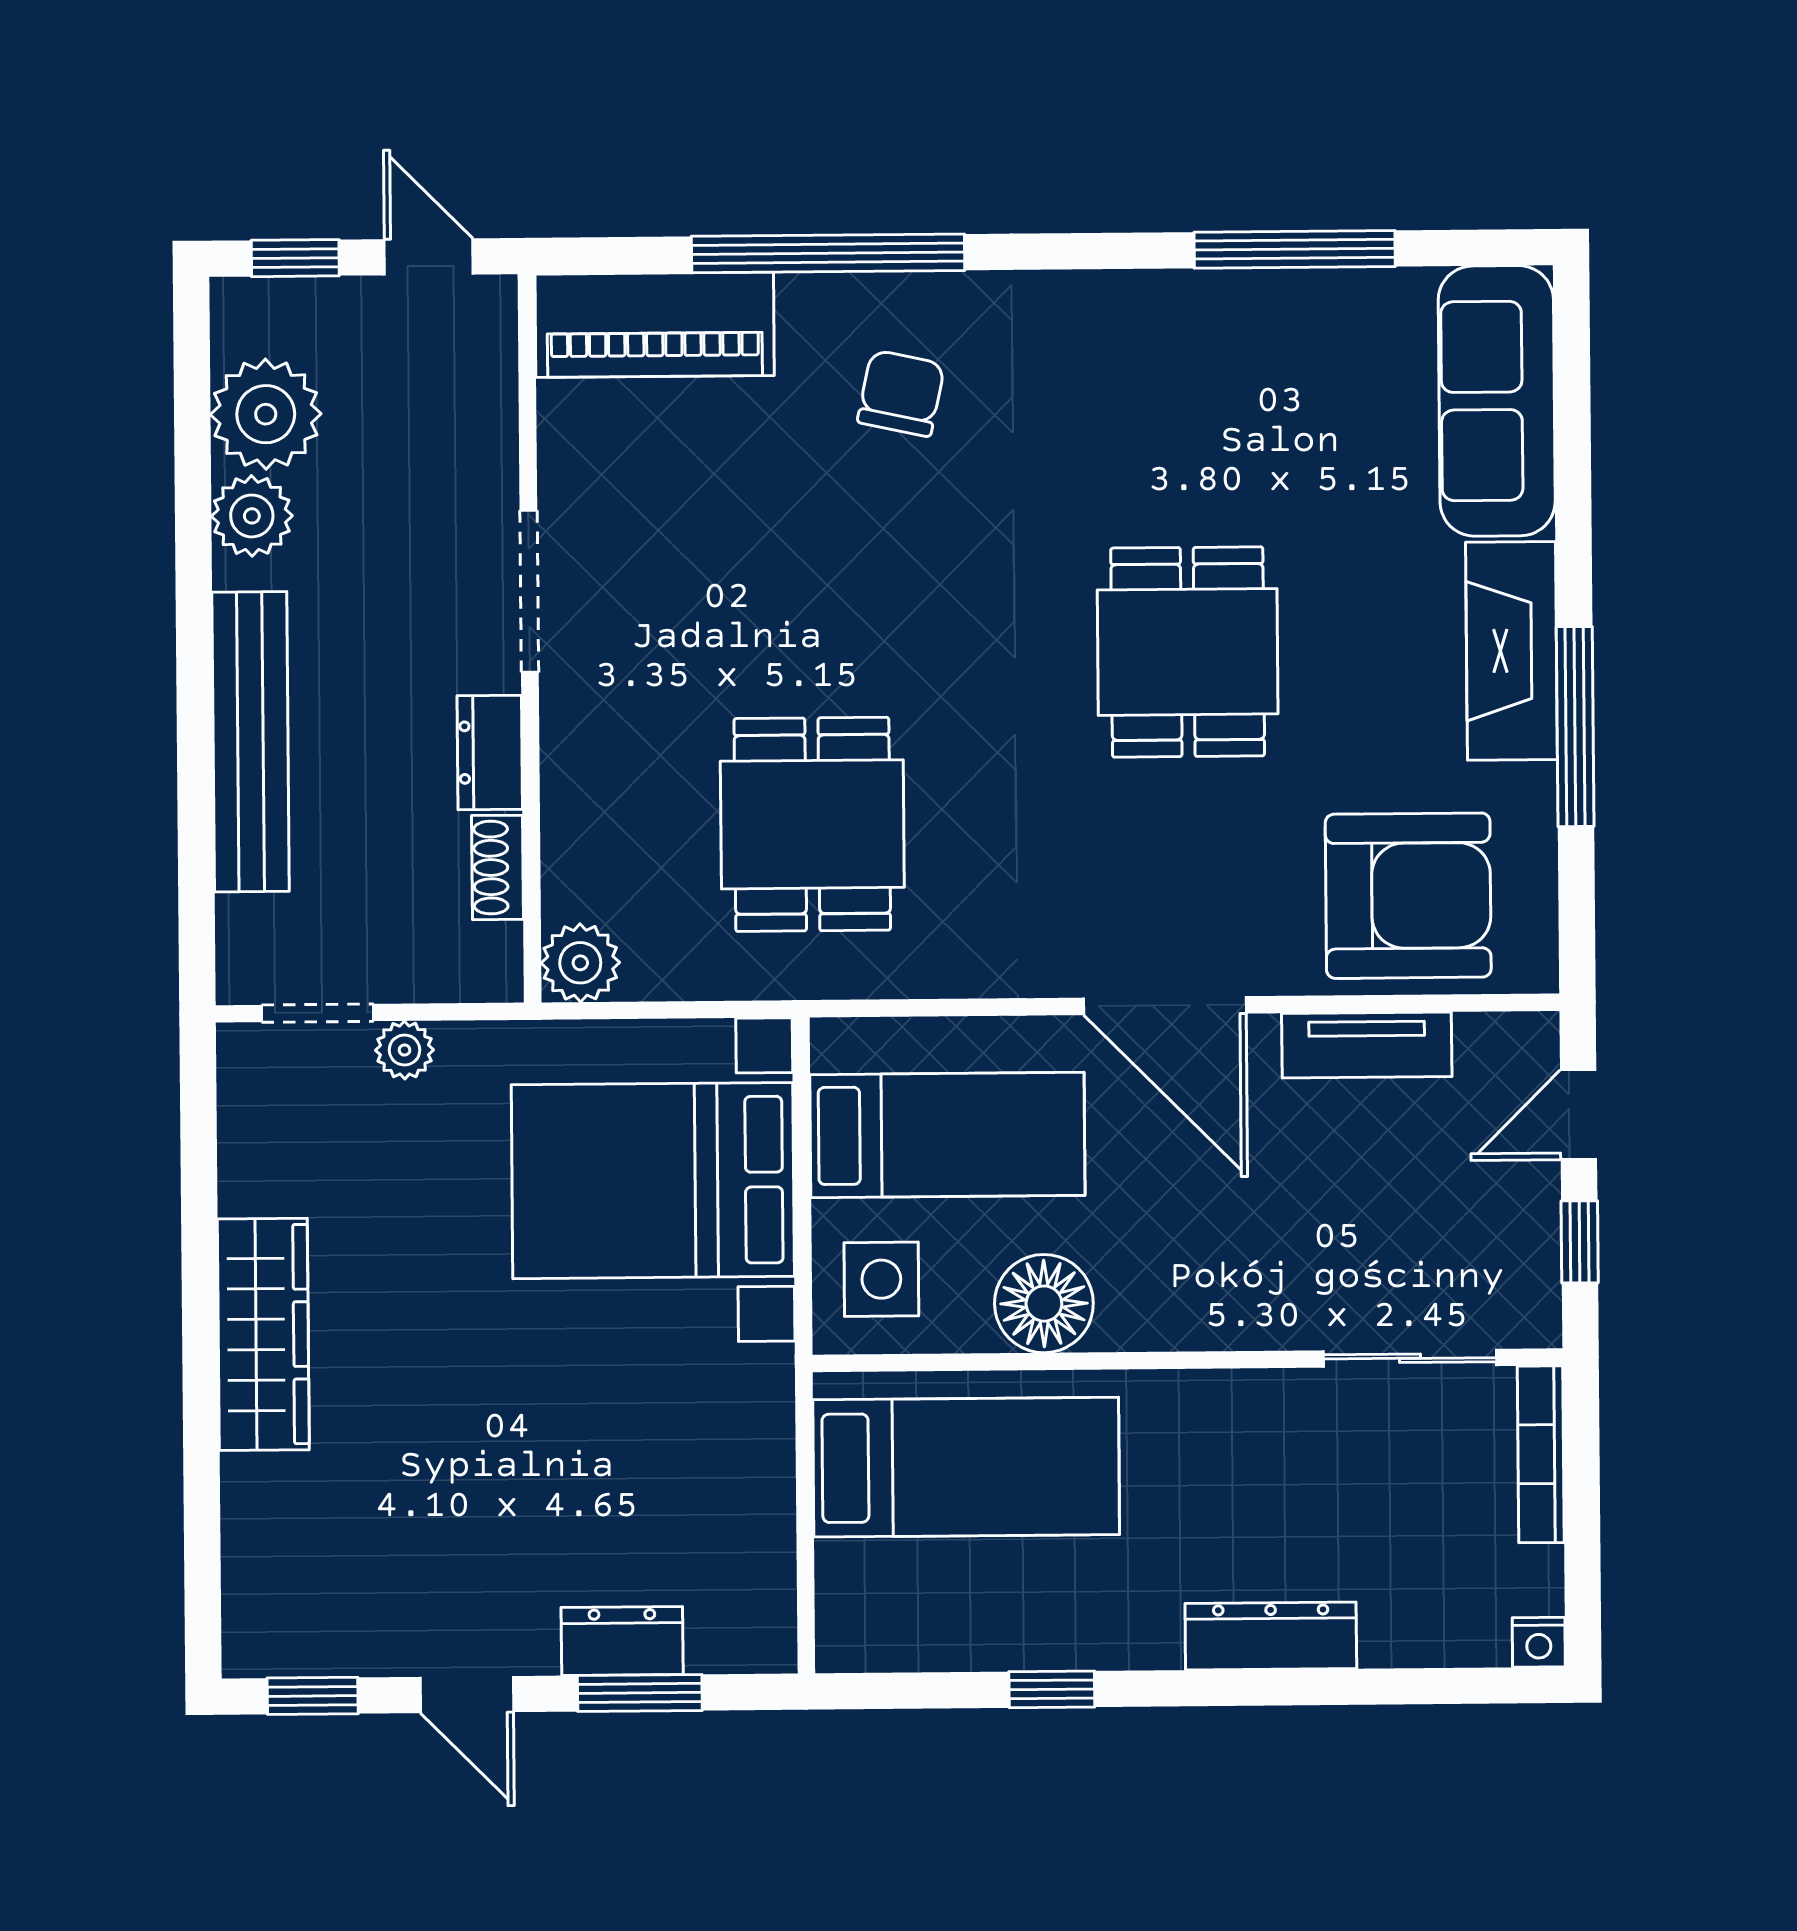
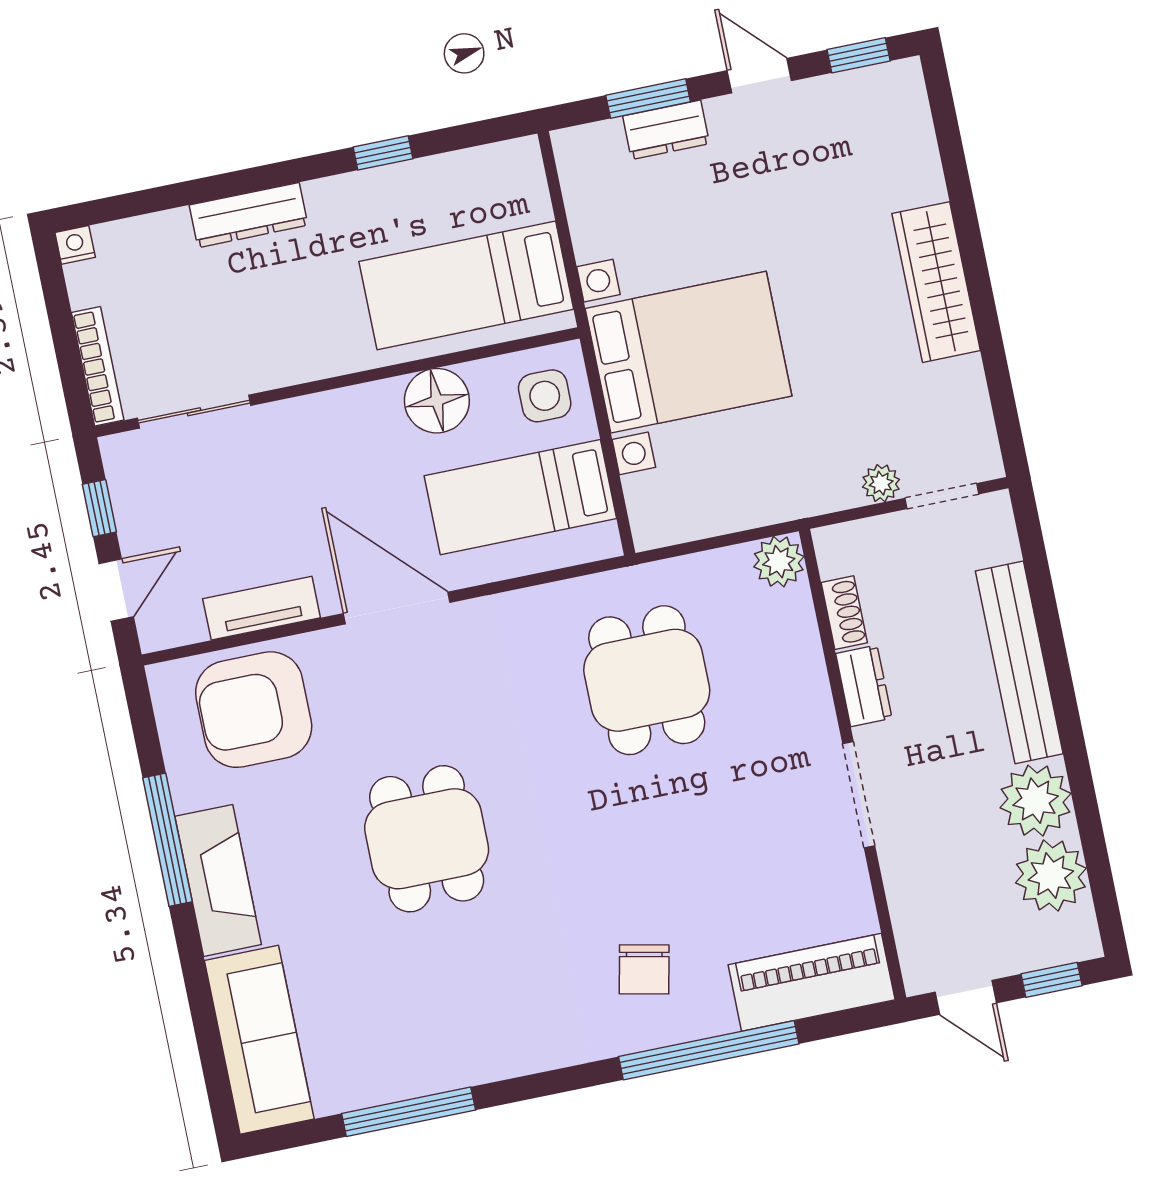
plant: (252, 516) -> (1036, 801), width x1.36, depth x1.36
bed with nightstands: (653, 1181) -> (688, 352), moved

